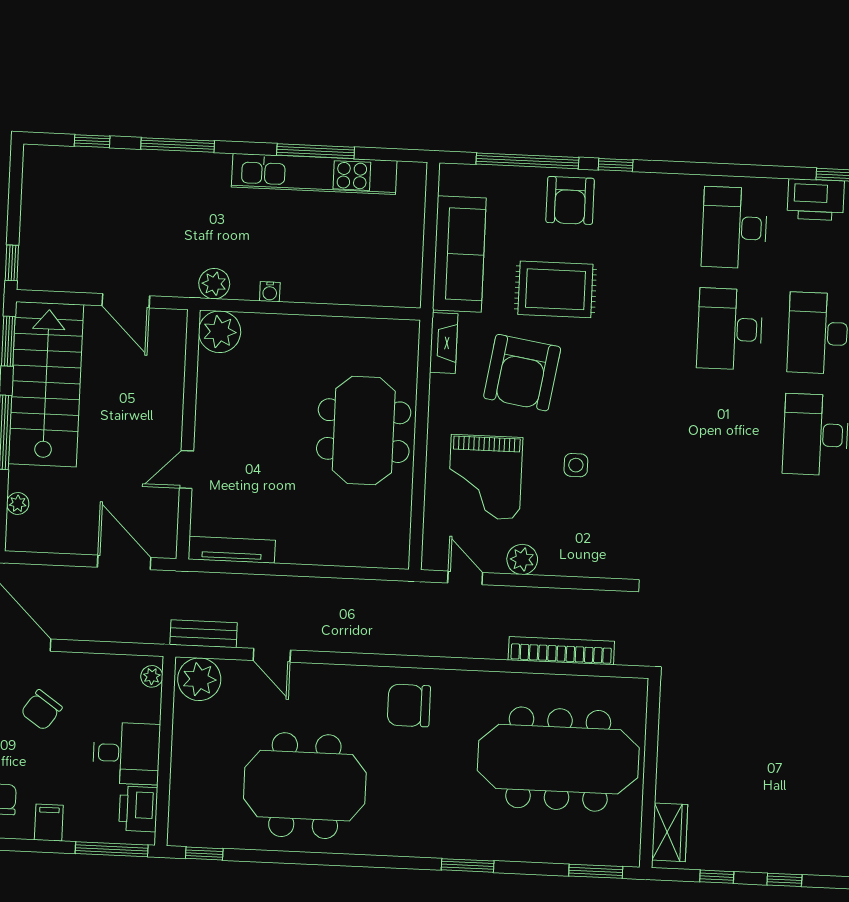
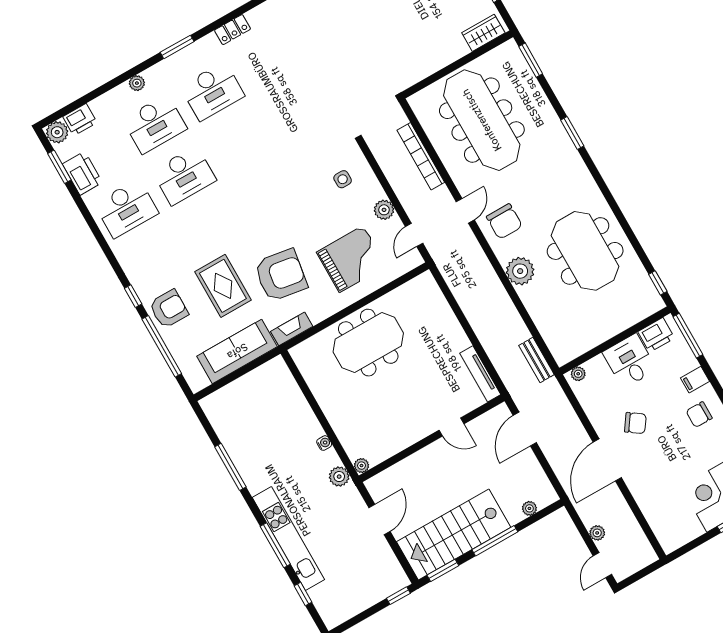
kitchen unit: (314, 174) -> (288, 539), moved
plant: (220, 332) -> (362, 466), width x0.53, depth x0.53
side table: (576, 465) -> (343, 179), moved
door: (272, 655) -> (465, 211), moved
plant: (199, 679) -> (520, 271), moved

